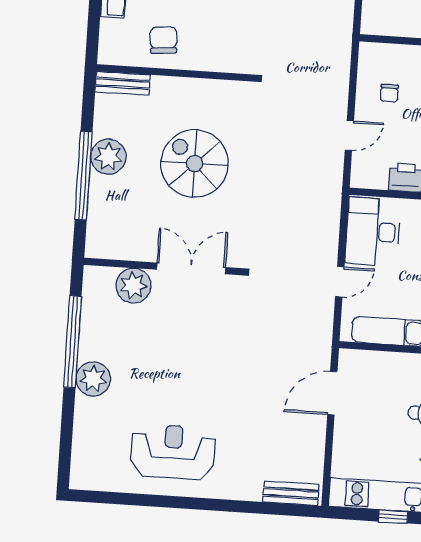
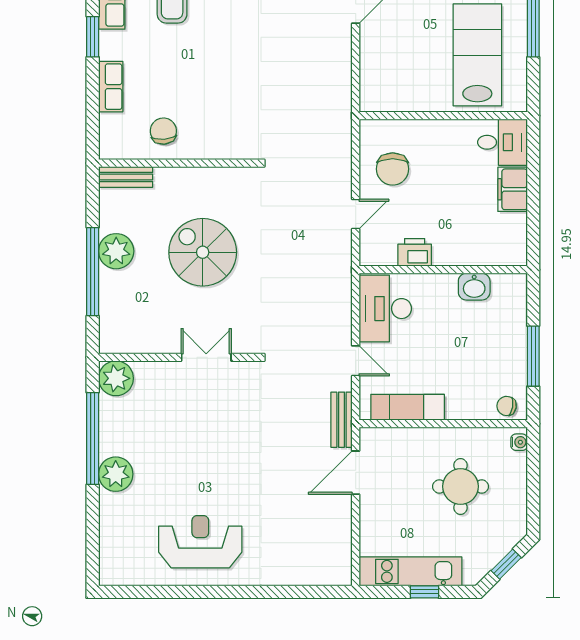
chair: (389, 93) -> (393, 169), width x1.87, depth x1.87
double door: (191, 268) -> (206, 357), width x0.73
door: (340, 282) -> (356, 361), hinge flipped
plant: (133, 286) -> (116, 378), moved
bench: (291, 493) -> (341, 420), moved, turned 90

